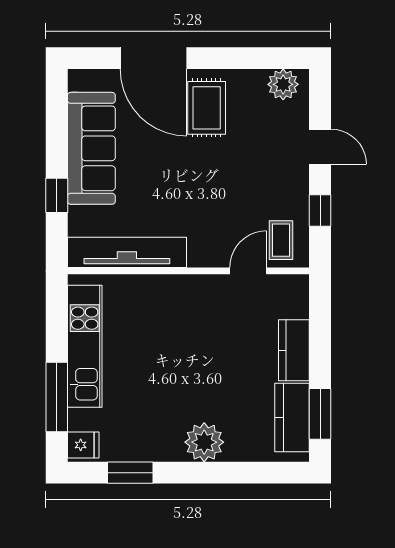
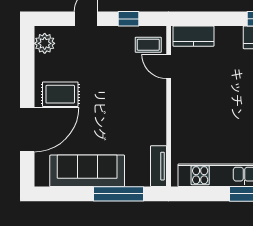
window: (57, 195) -> (118, 194), width x2.17
tv unit: (127, 252) -> (159, 166), width x0.52, depth x0.78
kitchen counter: (294, 350) -> (194, 36), moved

